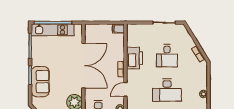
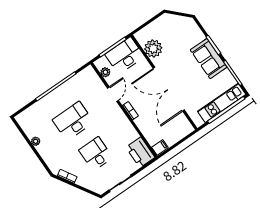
printer: (135, 58) -> (140, 152), moved
sofa: (40, 82) -> (209, 59), moved

